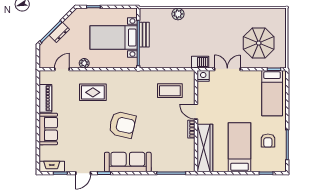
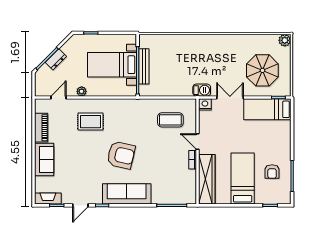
plant: (178, 14) -> (285, 40), moved
bench: (144, 35) -> (144, 66), width x1.36
bed: (272, 93) -> (267, 109), moved, turned 90

